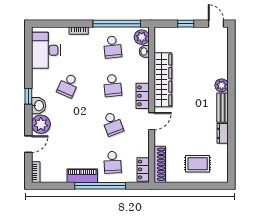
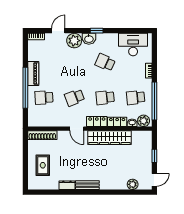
plant: (222, 85) -> (133, 184), moved
door: (28, 144) -> (58, 31), swing flipped
locker: (143, 169) -> (117, 122), moved

